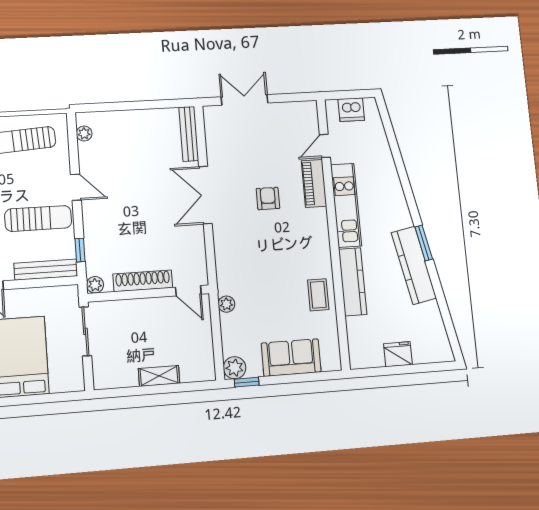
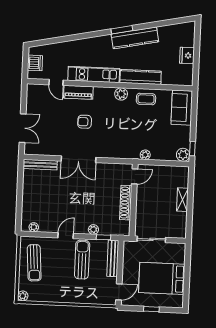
double door: (245, 100) -> (23, 128), swing flipped
plant: (321, 253) -> (121, 94), added
plant: (95, 285) -> (93, 229), moved
sofa: (291, 358) -> (182, 108), moved

